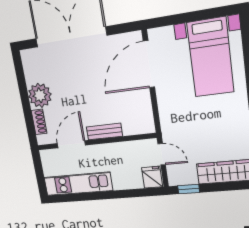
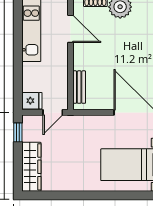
bench: (104, 132) -> (79, 87), moved

